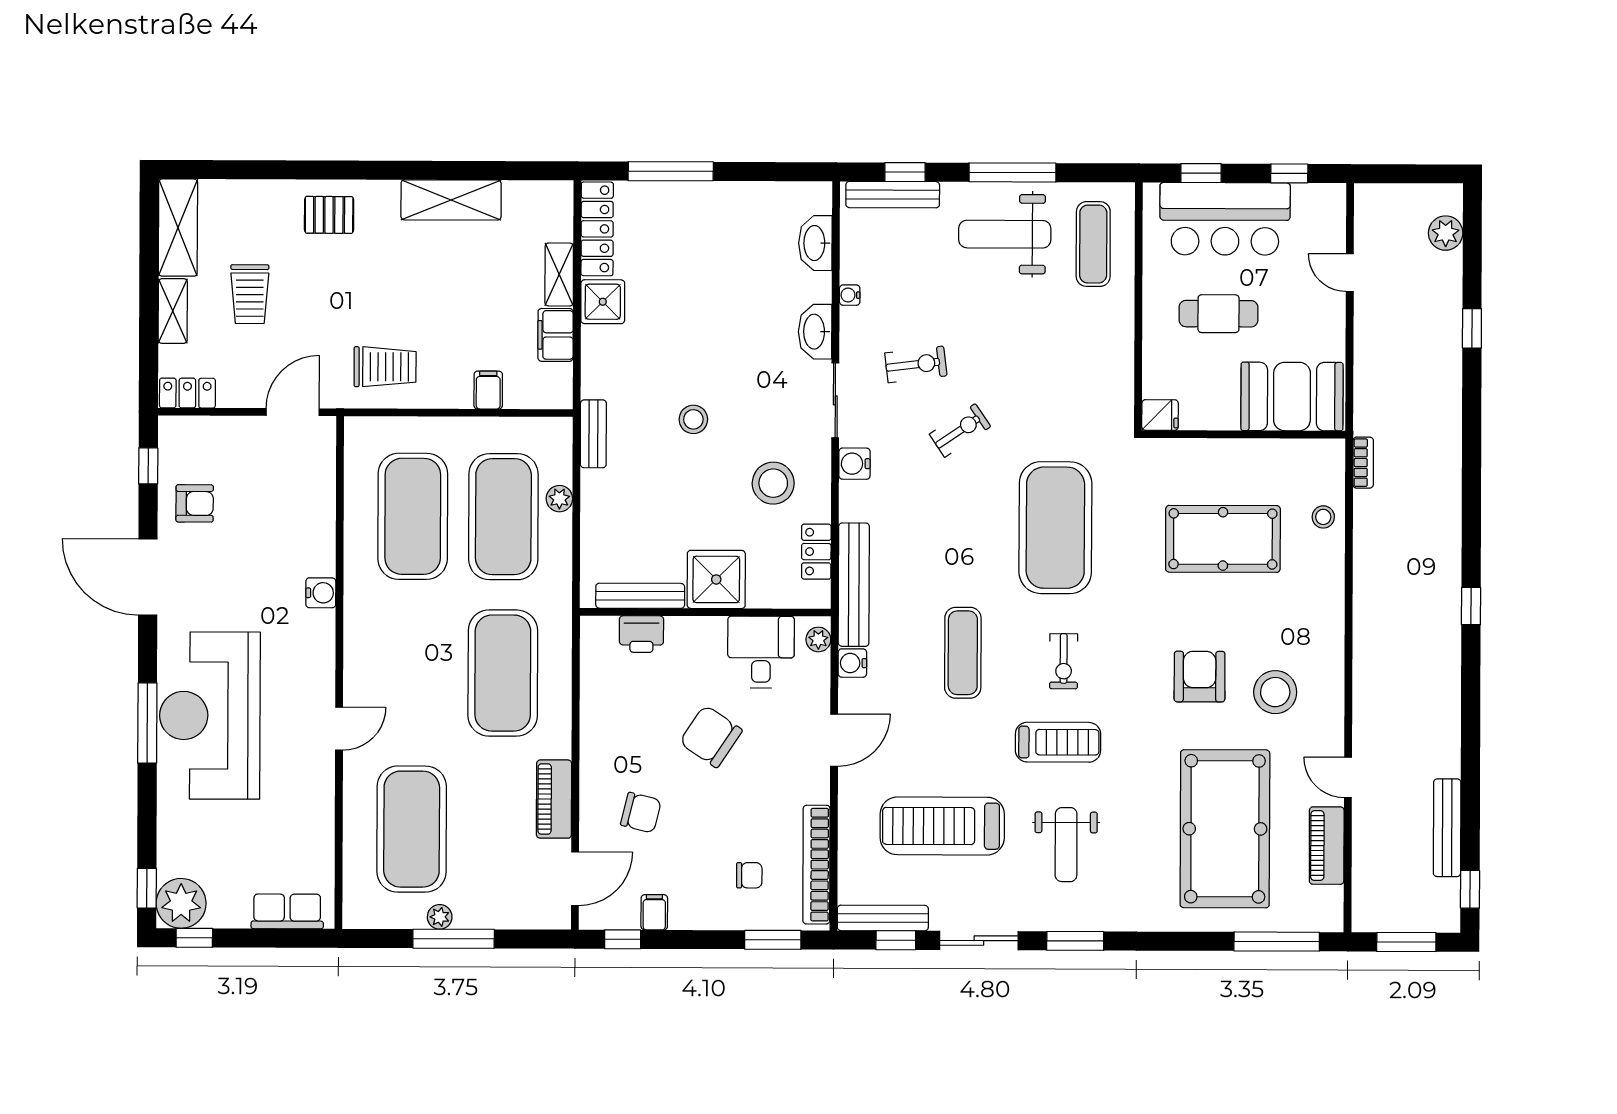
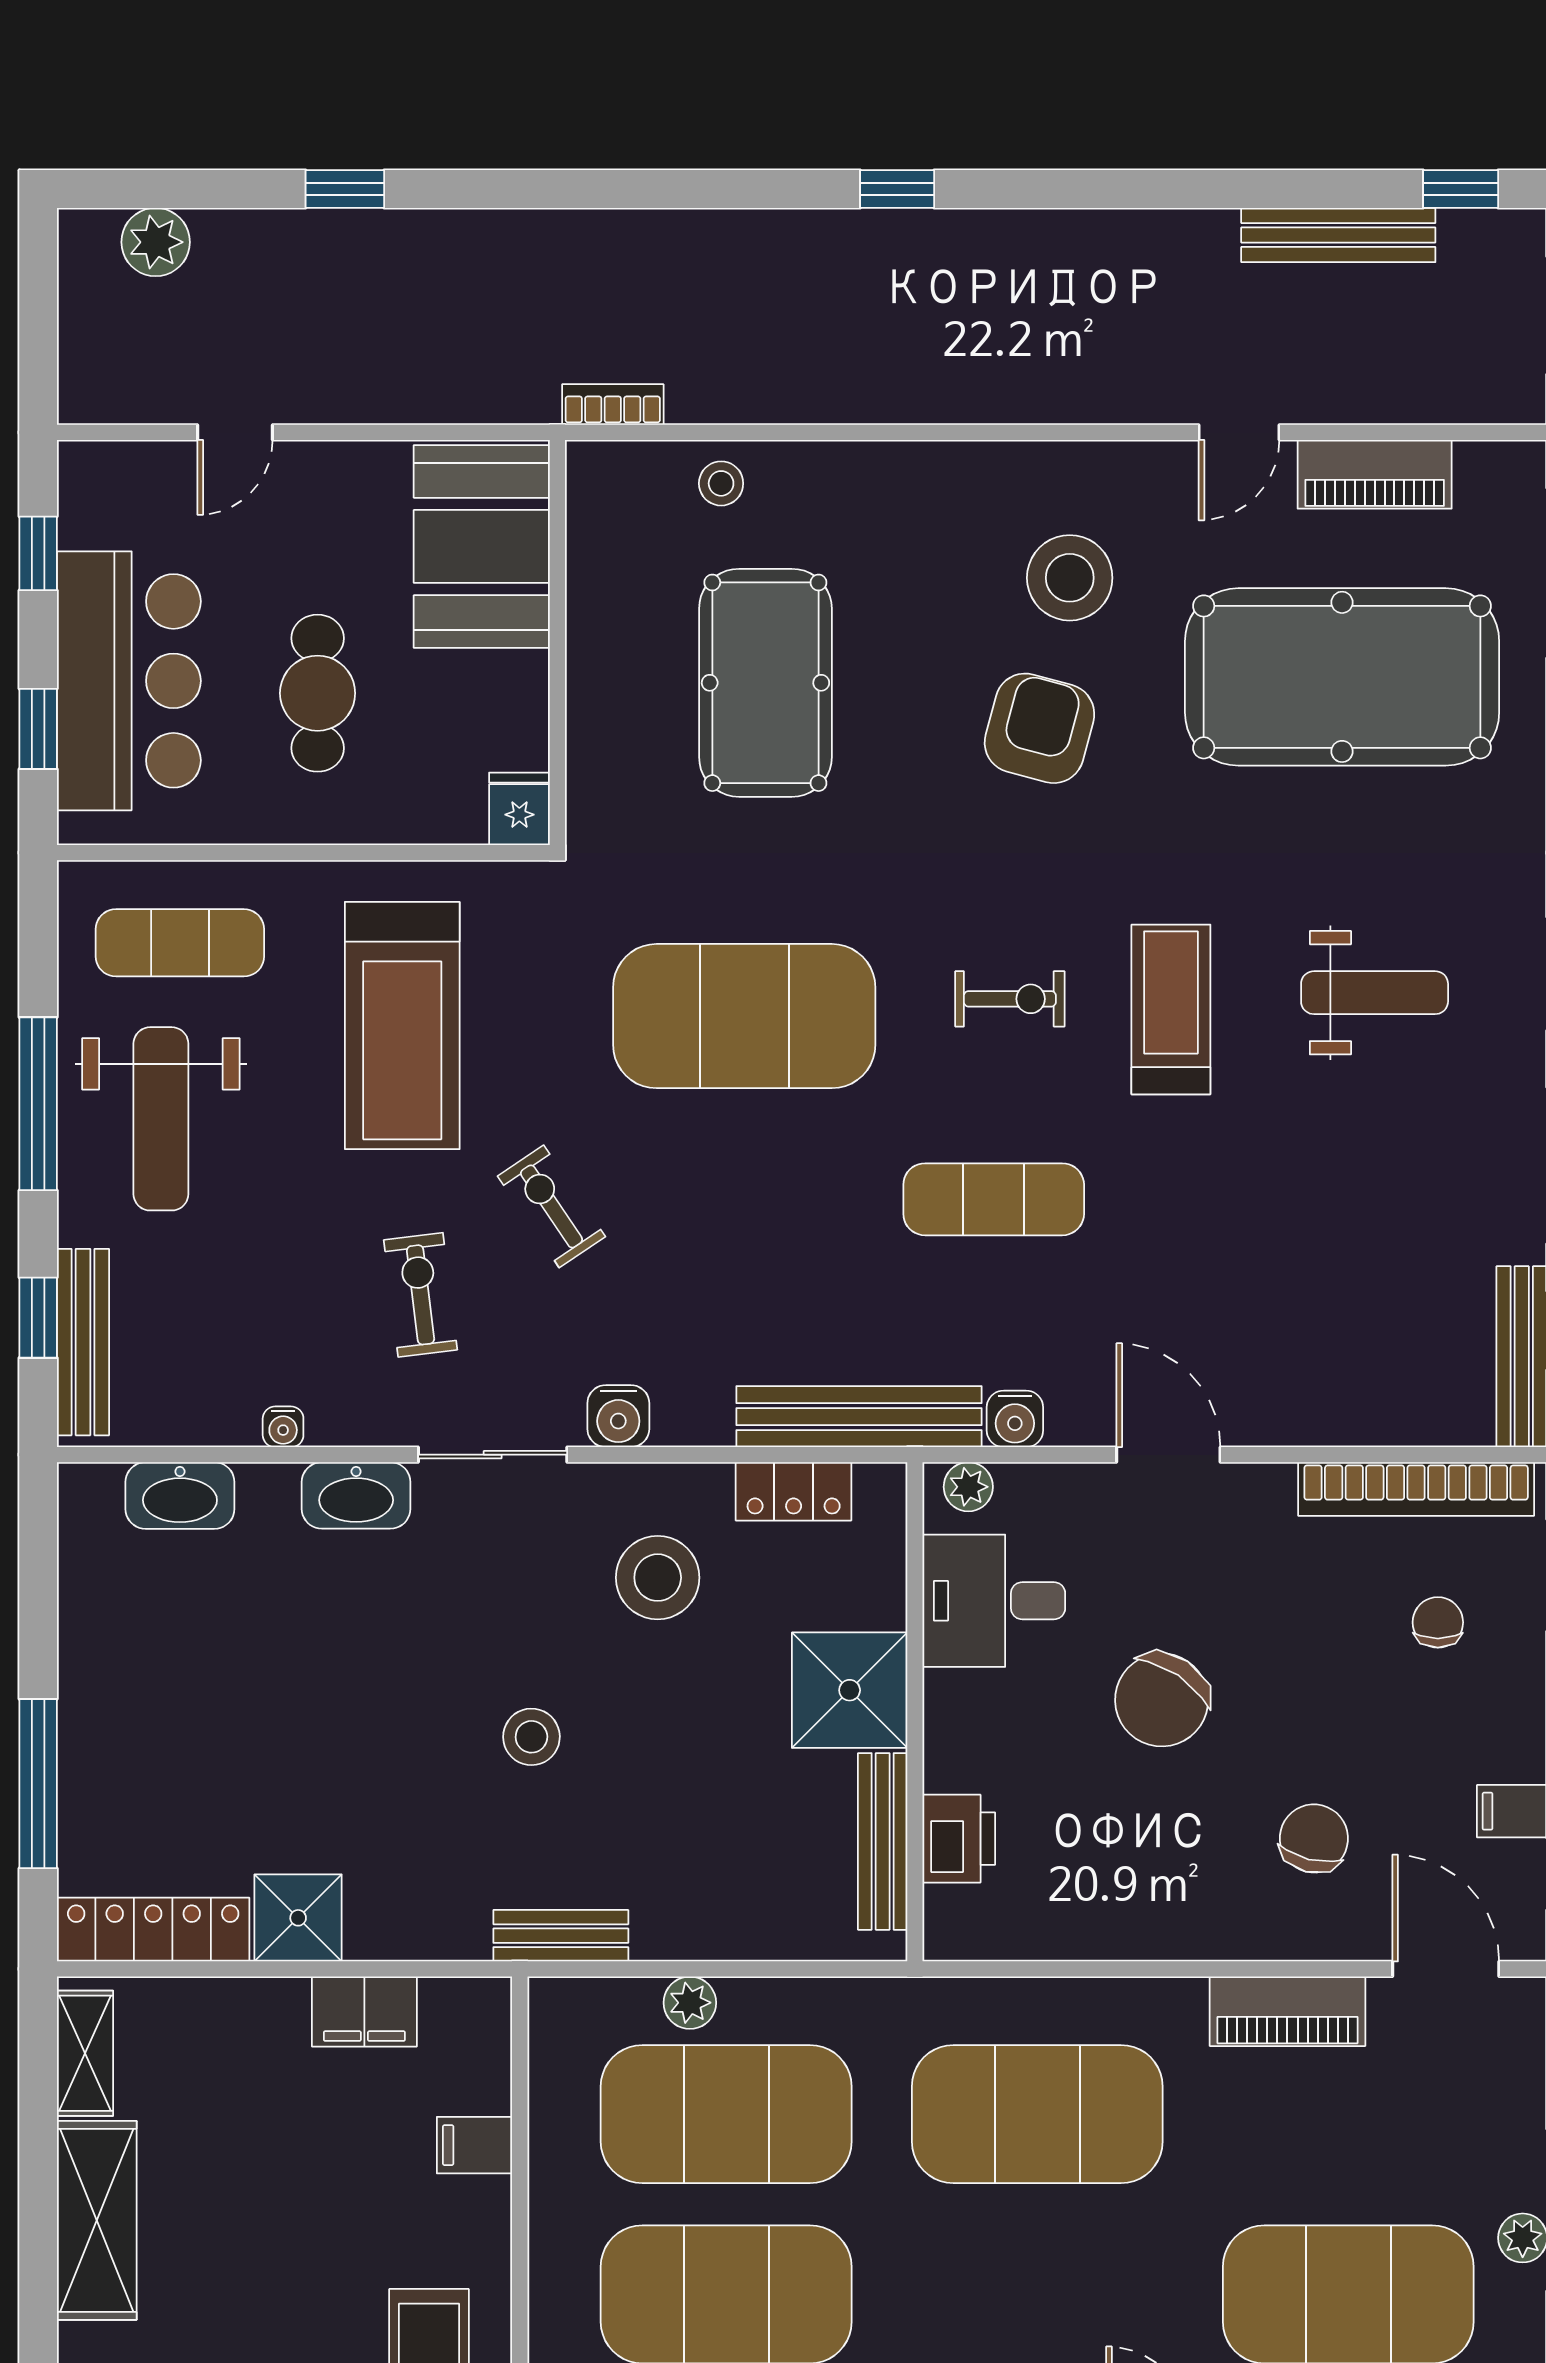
shelving: (559, 274) -> (85, 2053), moved, turned 90
armchair: (1200, 677) -> (1039, 728), turned 105
treadmill: (942, 826) -> (402, 1026), moved

